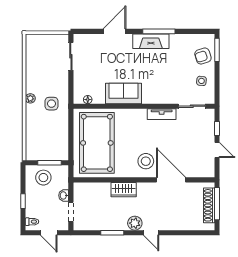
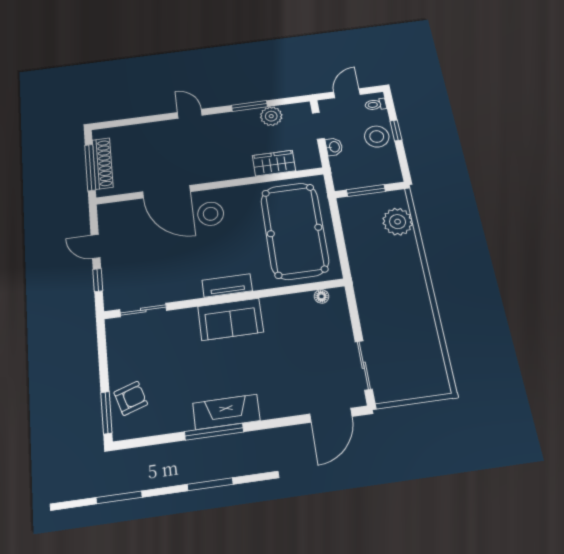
door: (115, 31) -> (331, 415), moved
side table: (201, 81) -> (130, 355), removed
sofa: (124, 93) -> (231, 319), moved
plant: (30, 98) -> (398, 222), moved, width x1.87, depth x1.87
side table: (52, 104) -> (381, 282), removed
tv unit: (162, 114) -> (227, 285), moved
stool: (43, 178) -> (377, 137), moved
wardrobe: (124, 190) -> (274, 163), moved
plant: (135, 223) -> (271, 116), moved
door: (49, 233) -> (347, 93), hinge flipped

